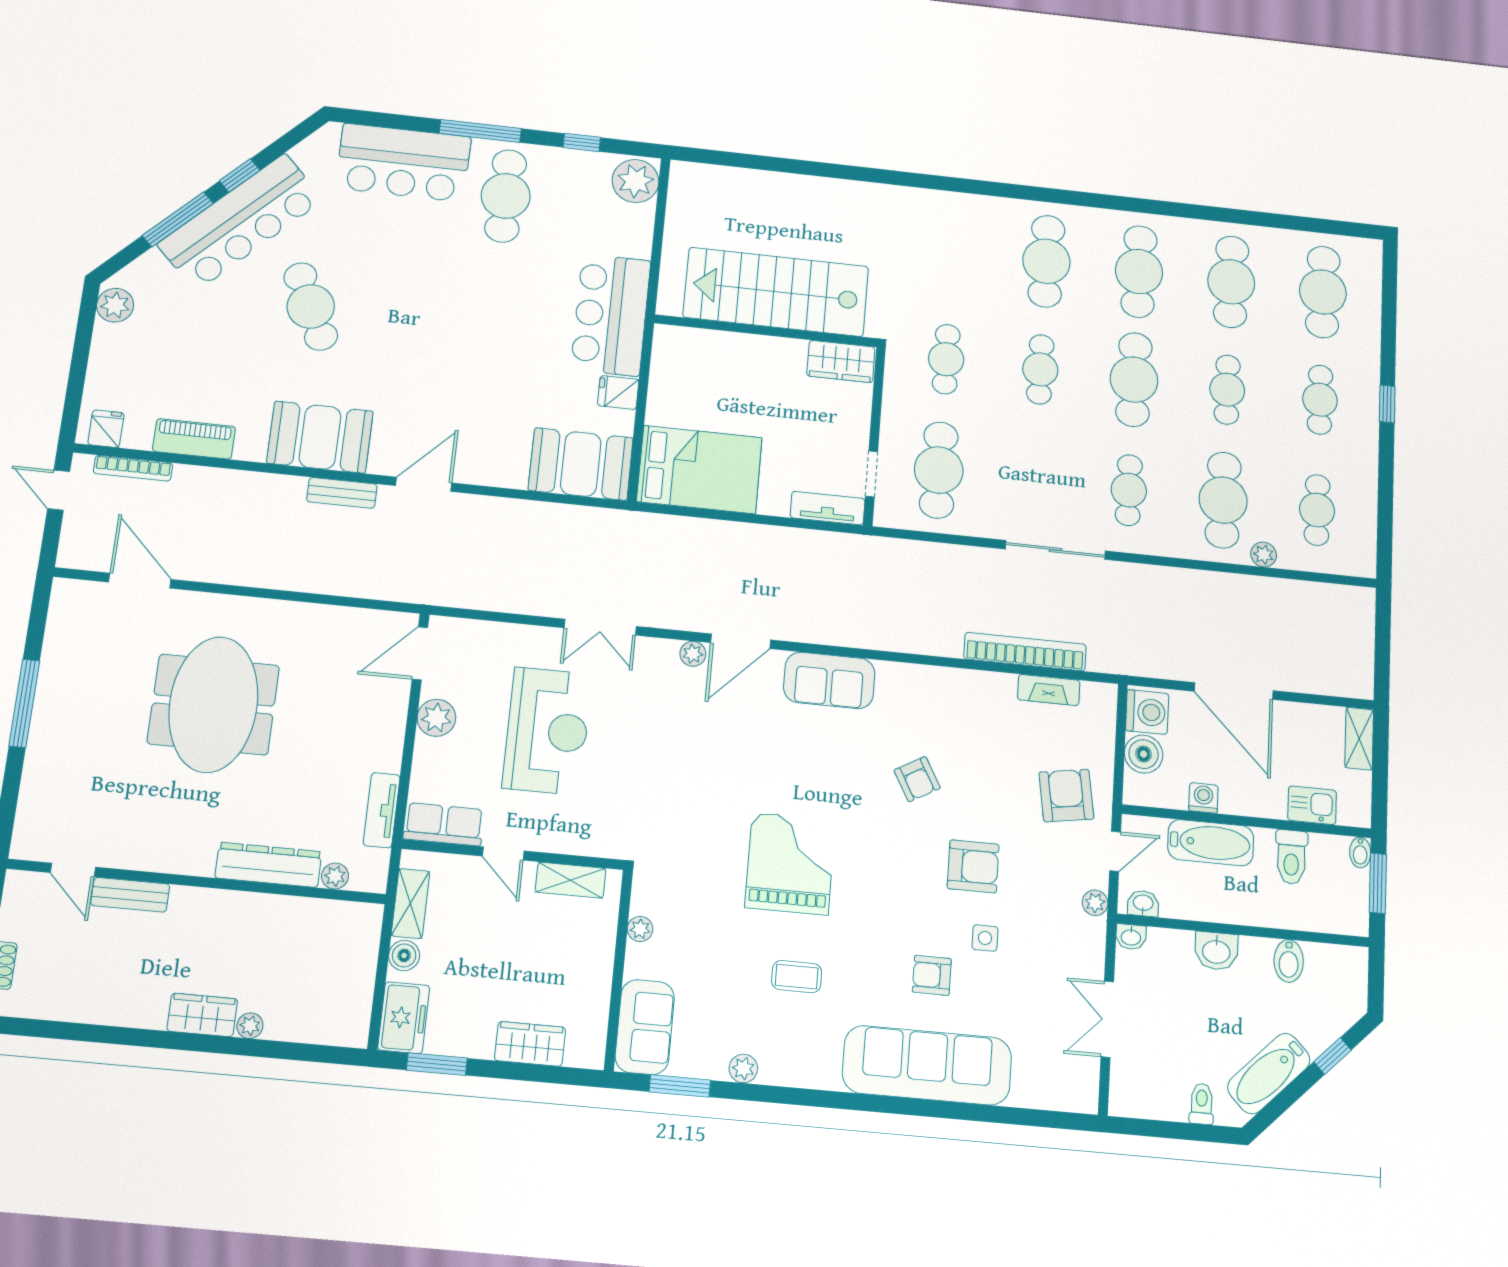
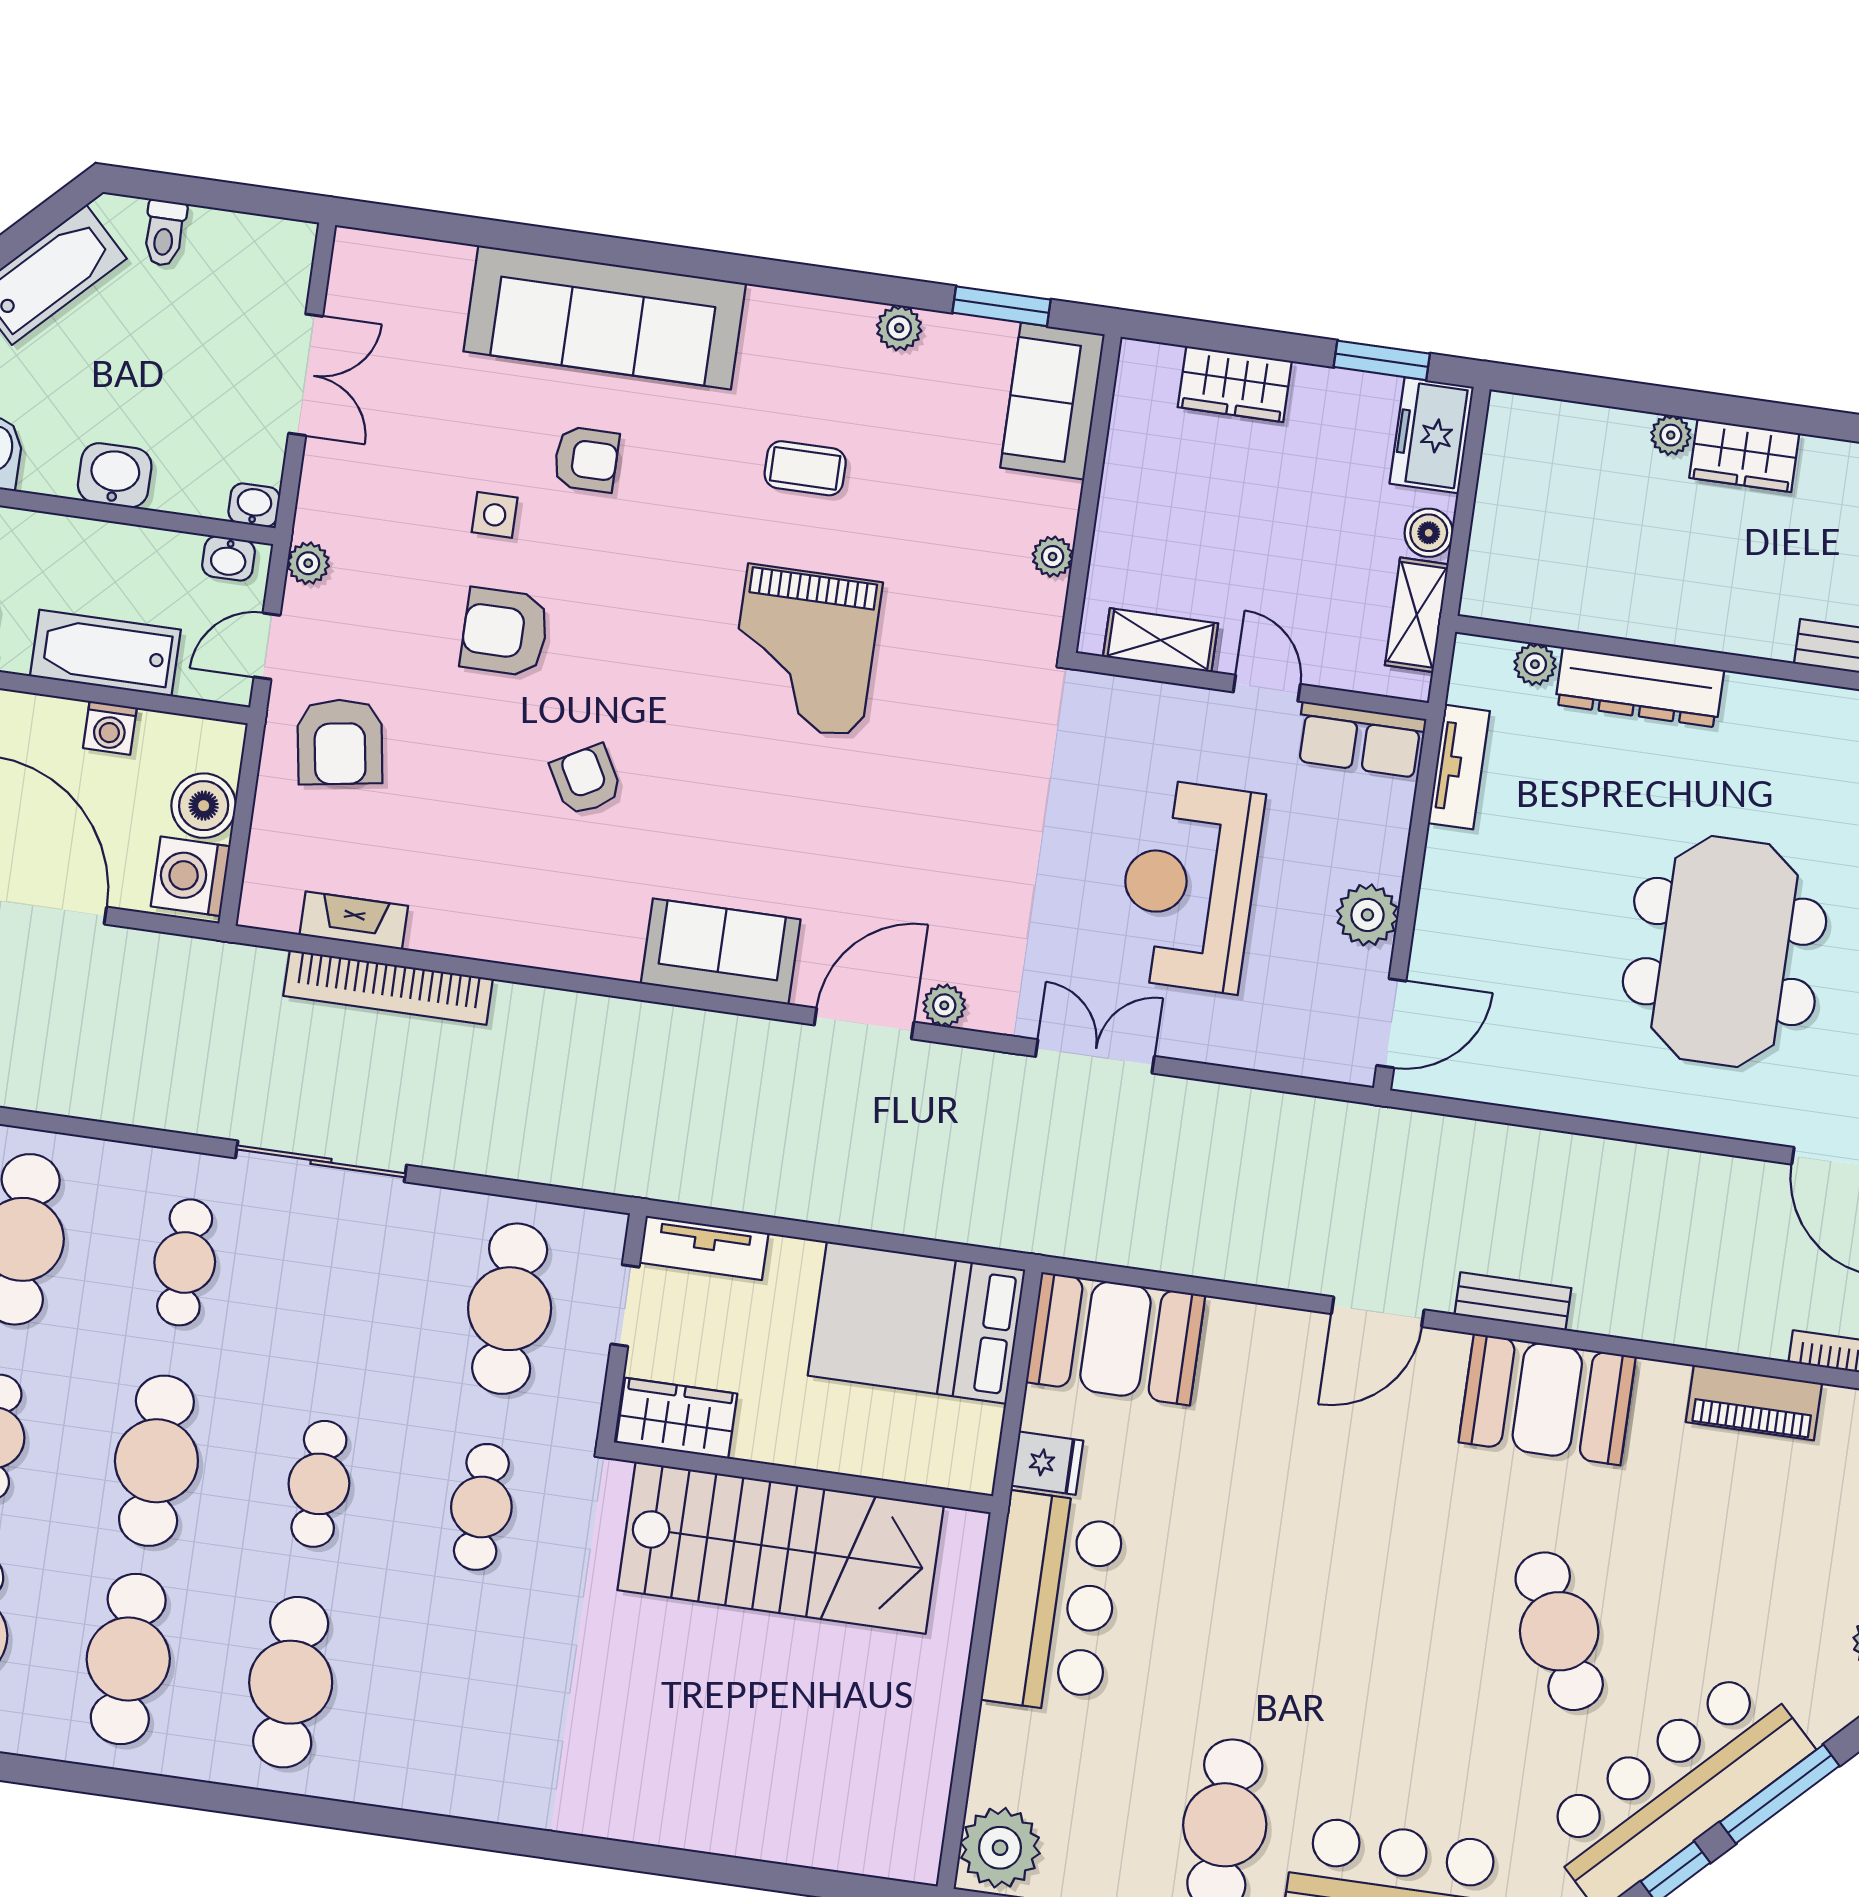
stairs: (776, 292) -> (781, 1548), moved
wall: (766, 331) -> (802, 1477), moved
wardrobe: (841, 362) -> (677, 1418), moved

